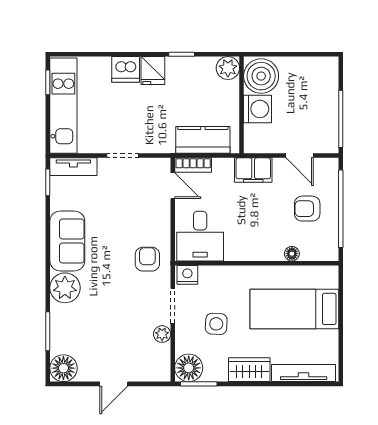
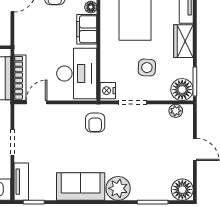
bookcase: (193, 165) -> (20, 78), width x1.56
filing cabinet: (253, 170) -> (87, 29), moved, turned 180
desk: (200, 236) -> (77, 74), width x1.37
armchair: (147, 259) -> (95, 123), turned -90
plant: (162, 334) -> (176, 111), moved

